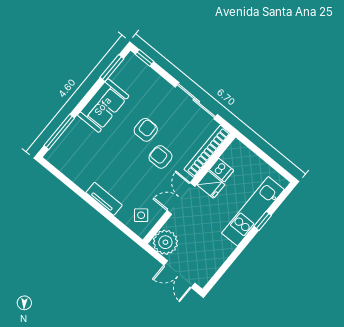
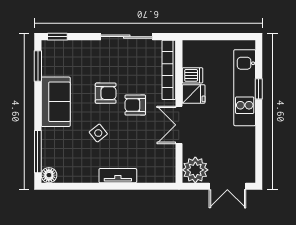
armchair: (146, 130) -> (106, 93), turned 90
floor lamp: (53, 156) -> (49, 175), added
side table: (141, 215) -> (98, 133), moved

